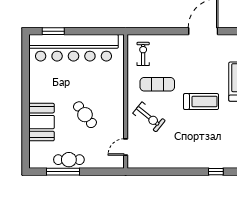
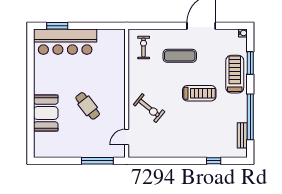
bar counter: (73, 48) -> (65, 42), width x0.73
exercise mat: (157, 84) -> (180, 56), moved
cafe table: (69, 160) -> (72, 149), removed
window: (63, 172) -> (97, 161), moved

